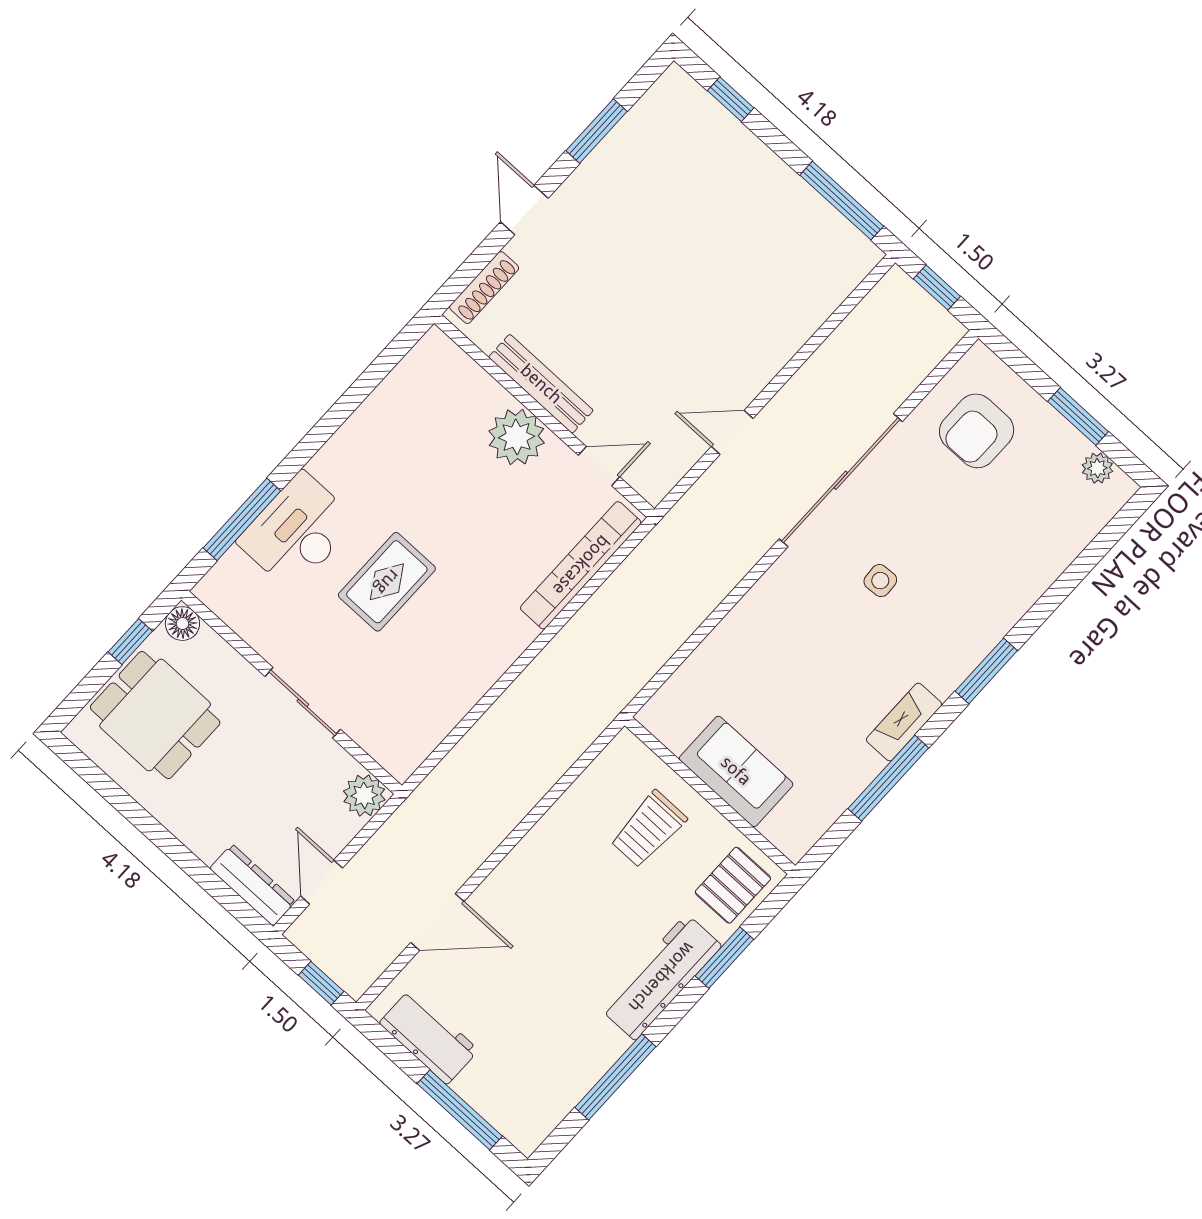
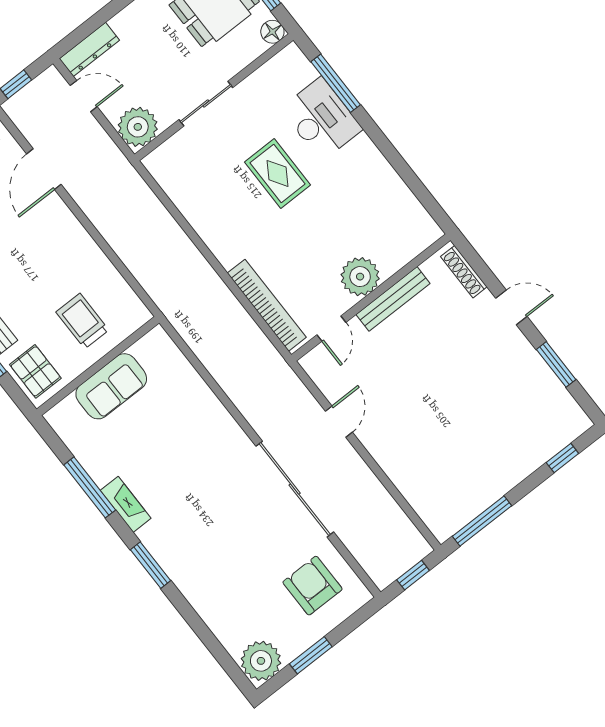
plant: (1097, 468) -> (261, 661), width x1.88, depth x1.88
side table: (880, 581) -> (223, 504), removed
plant: (364, 795) -> (138, 127), width x1.36, depth x1.36

